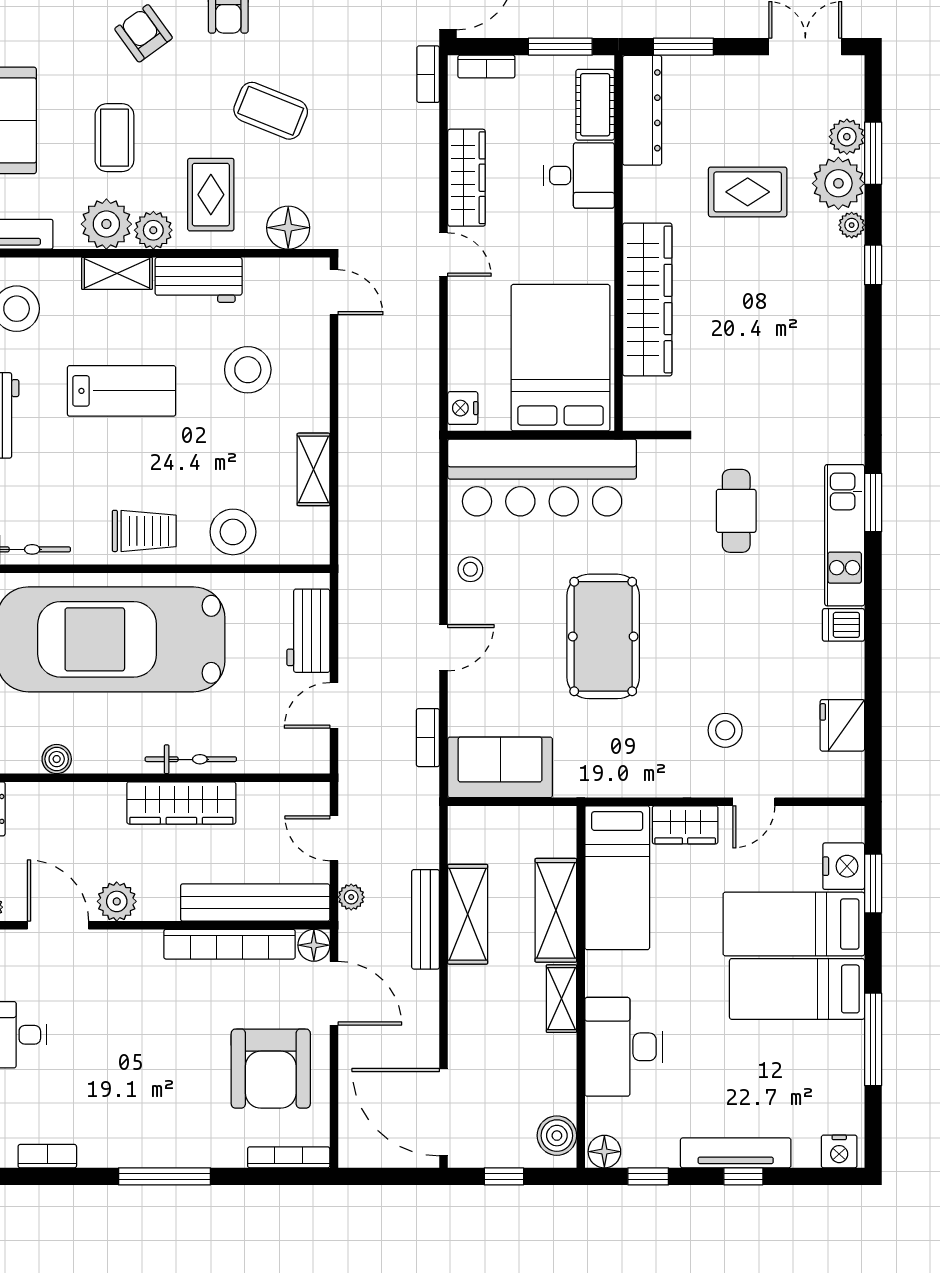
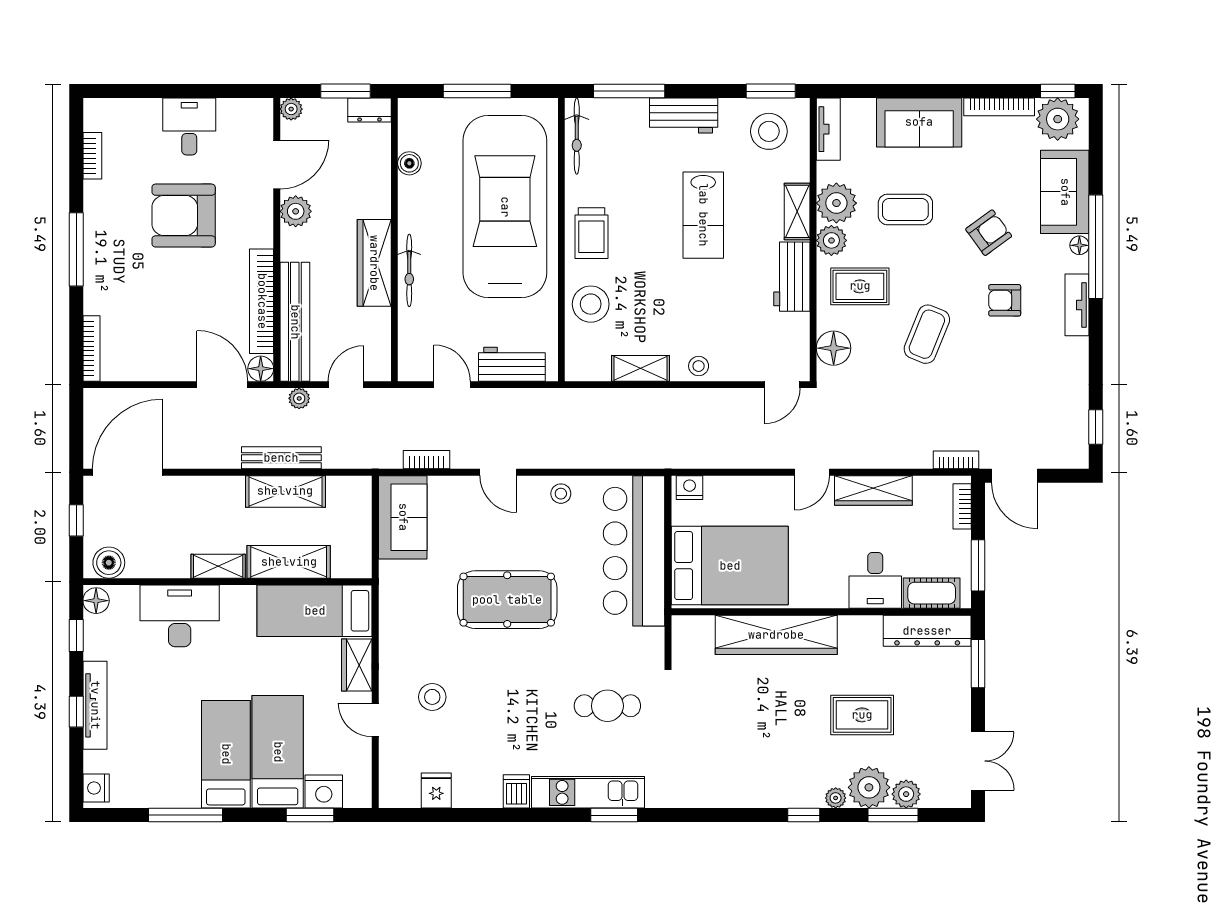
rug: (748, 192) -> (862, 715), turned 90
stool: (248, 370) -> (699, 366), moved, width x0.53, depth x0.53
fridge: (842, 725) -> (436, 791), width x0.72
door: (334, 993) -> (222, 385), swing flipped
armchair: (271, 1069) -> (184, 216), moved

